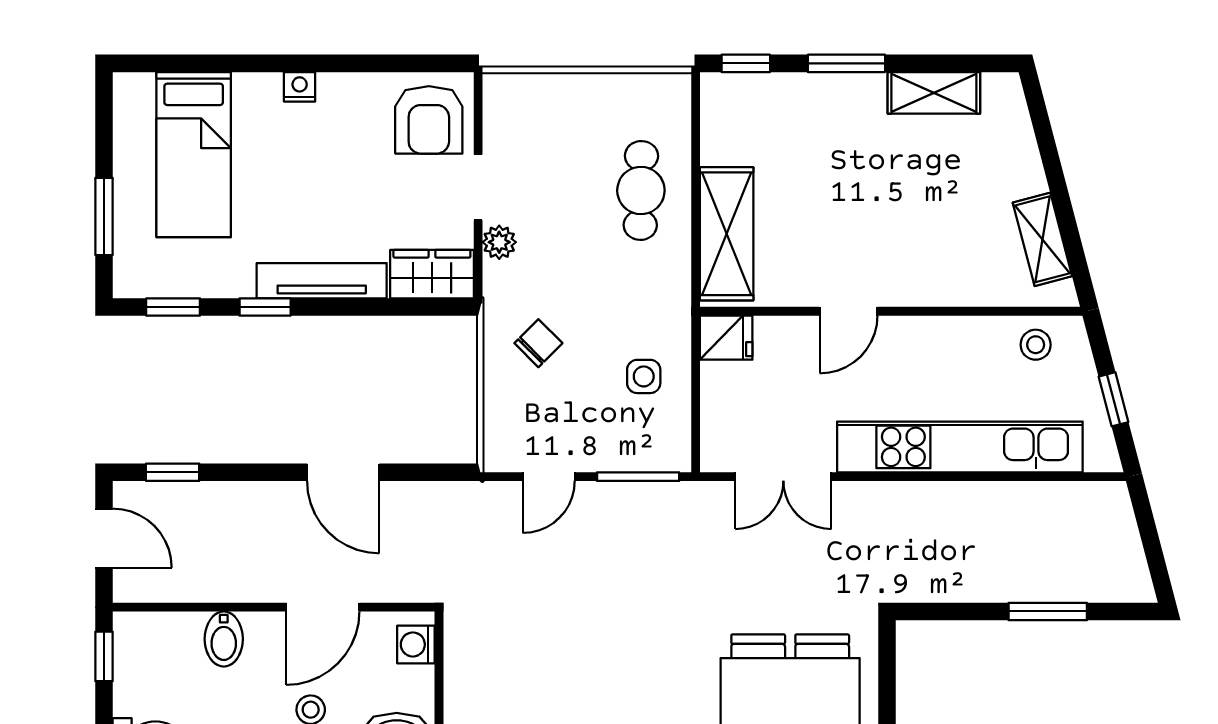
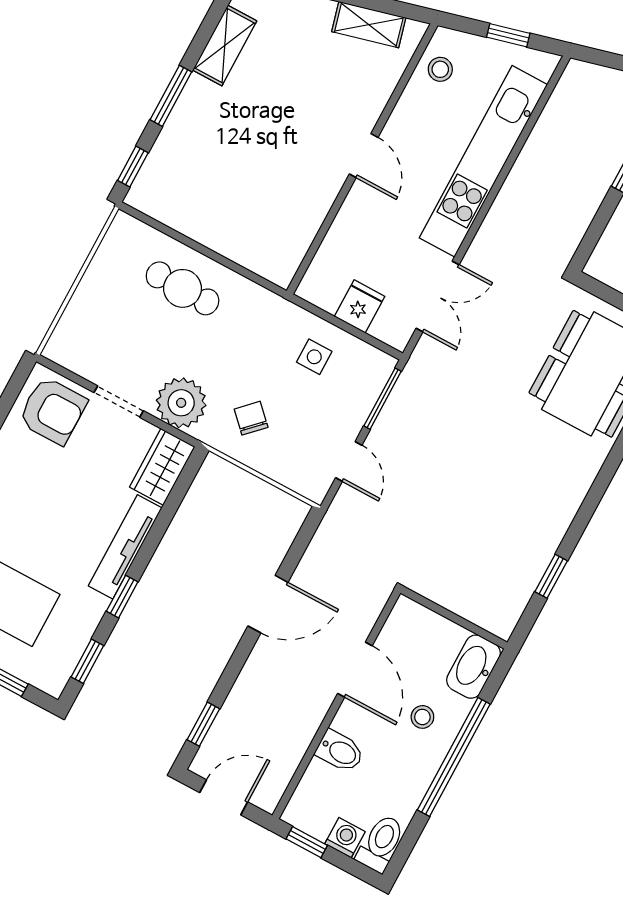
shelving: (727, 234) -> (245, 245), removed
plant: (499, 242) -> (181, 403), width x1.88, depth x1.88
door: (849, 311) -> (364, 156), moved
fridge: (726, 338) -> (360, 306), moved
washing machine: (416, 644) -> (345, 838), moved, turned 180

